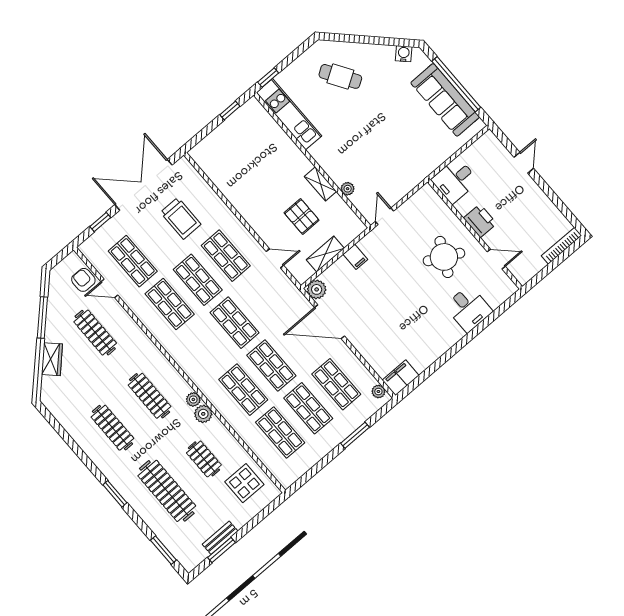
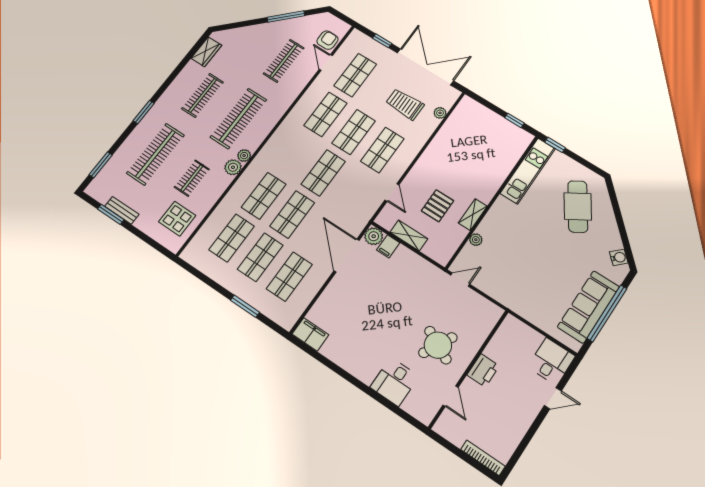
cafe table: (340, 76) -> (578, 207), width x1.37, depth x1.35
desk: (455, 181) -> (551, 361), moved, turned 90
trolley: (181, 218) -> (405, 104), turned 90
filing cabinet: (355, 257) -> (388, 246), moved
wardrobe: (52, 359) -> (206, 52), moved, turned -45
plant: (378, 392) -> (440, 113), moved
clothes rail: (150, 396) -> (239, 118), width x1.37, depth x1.31

